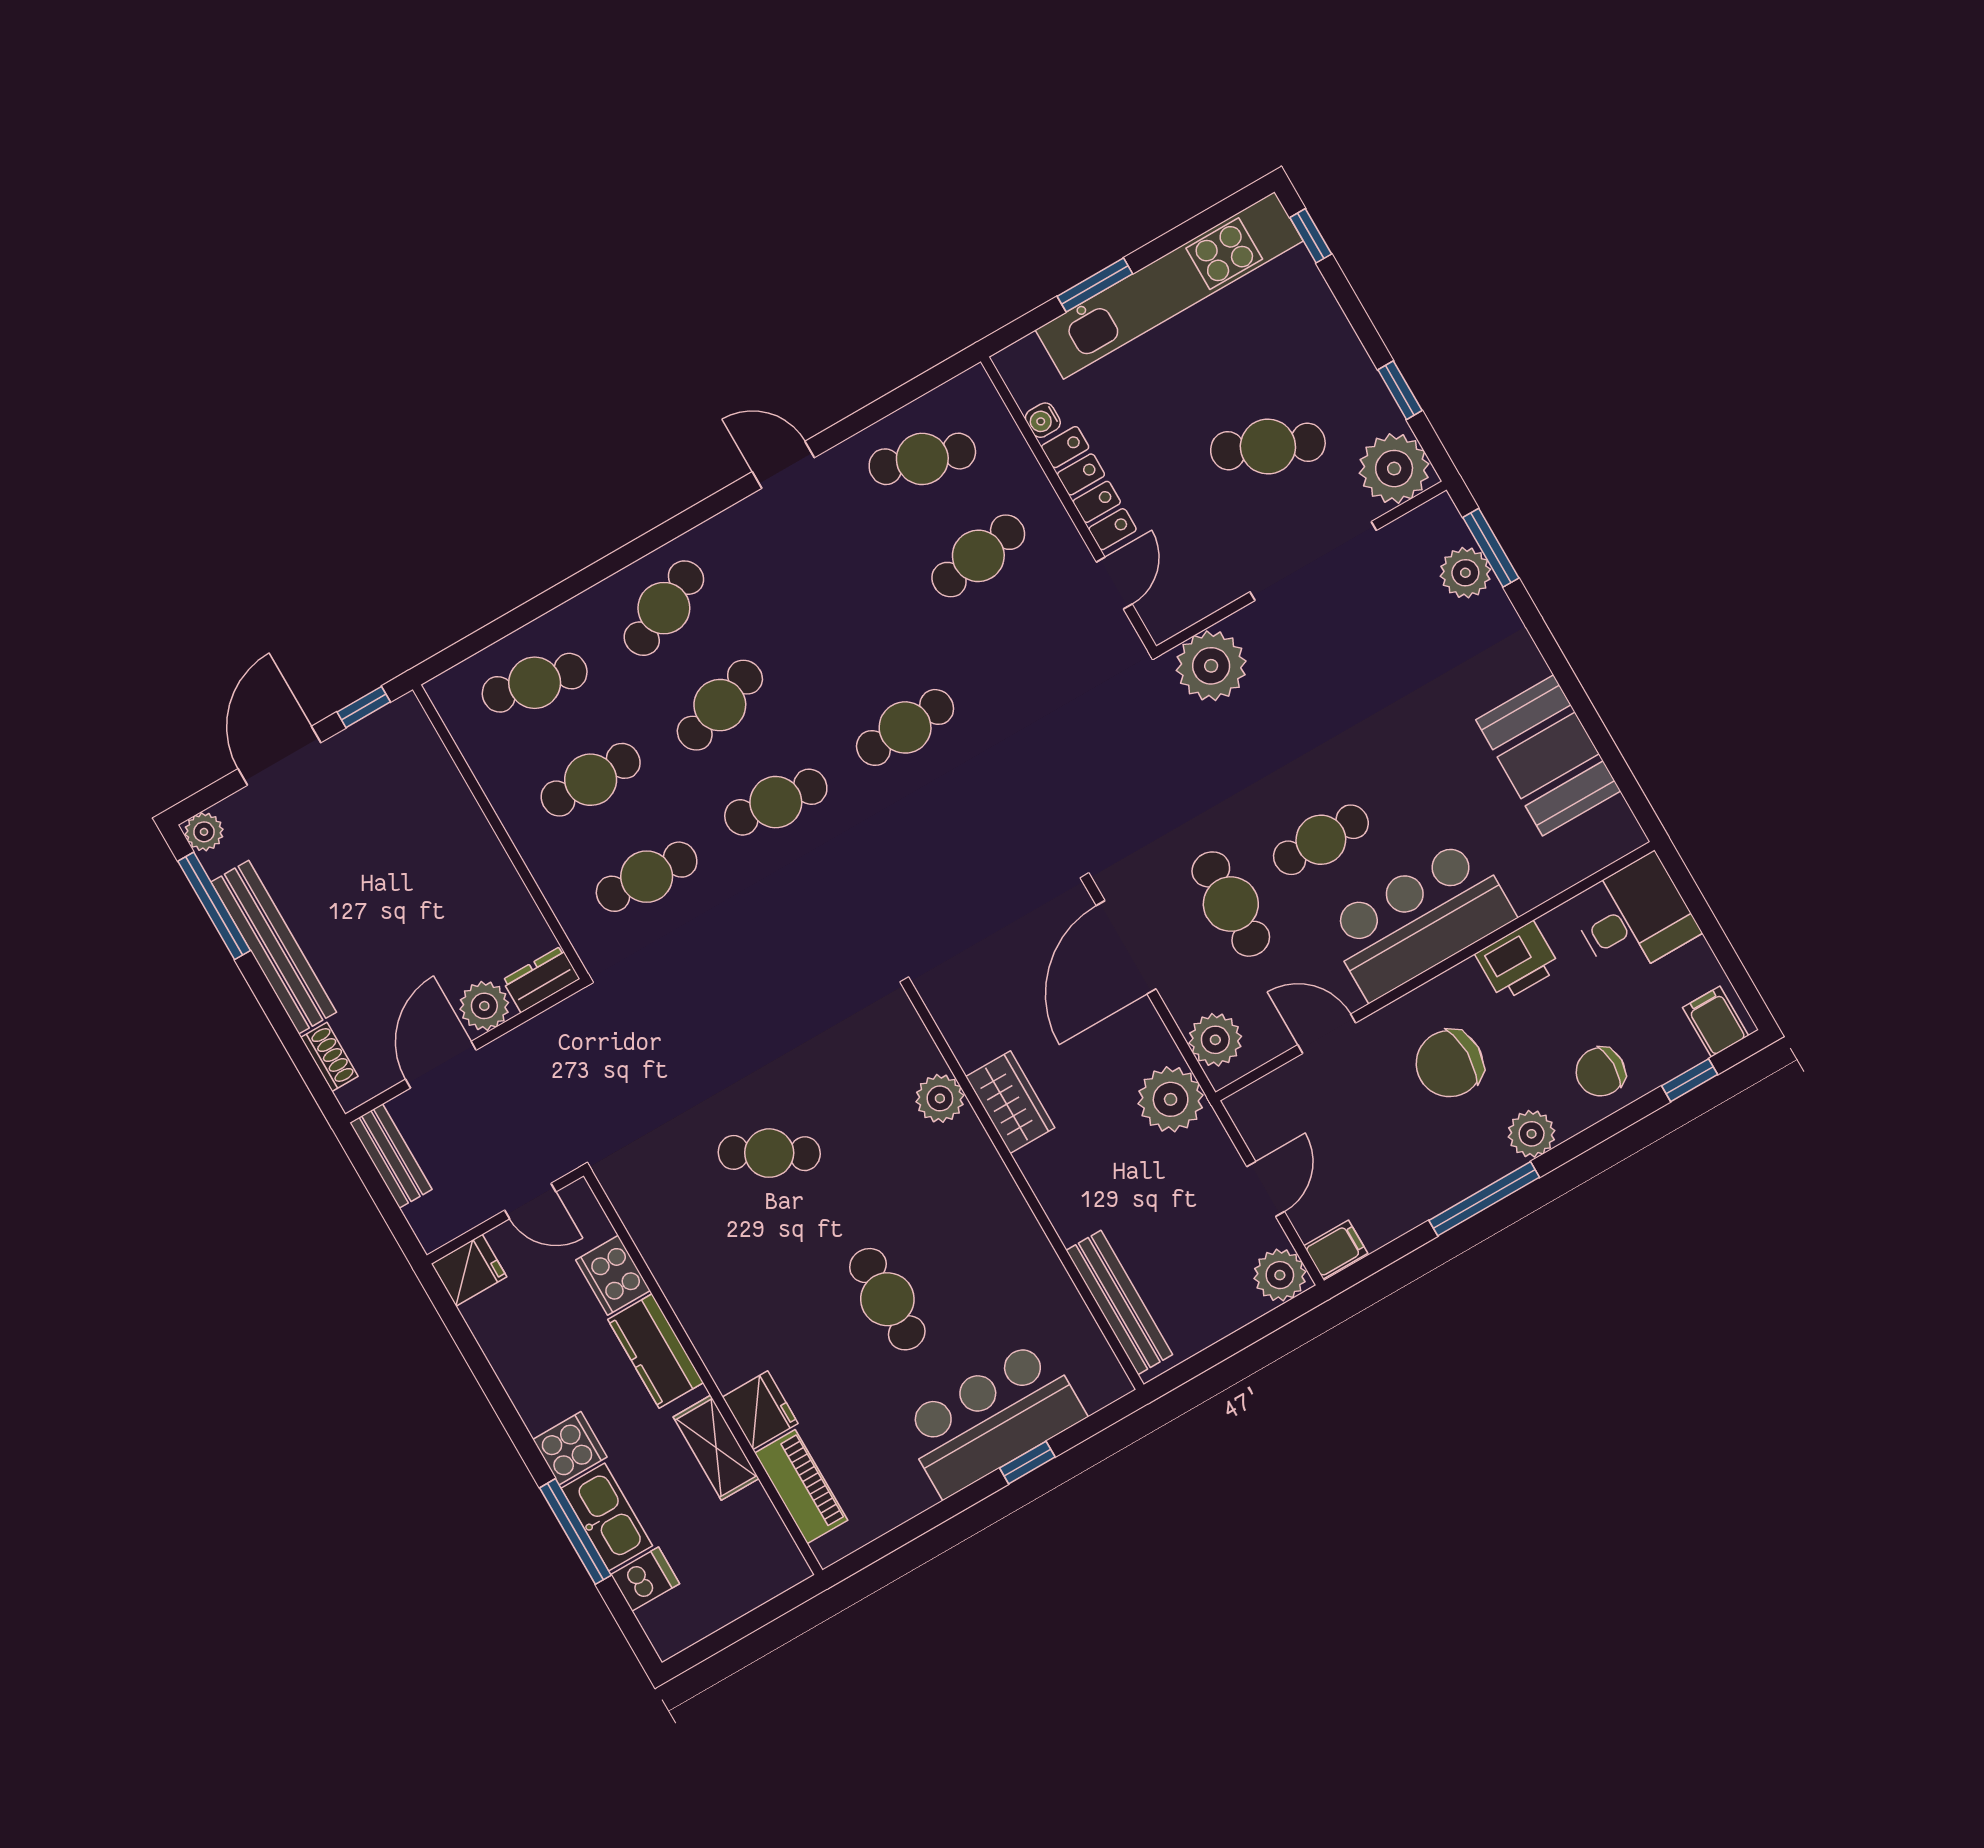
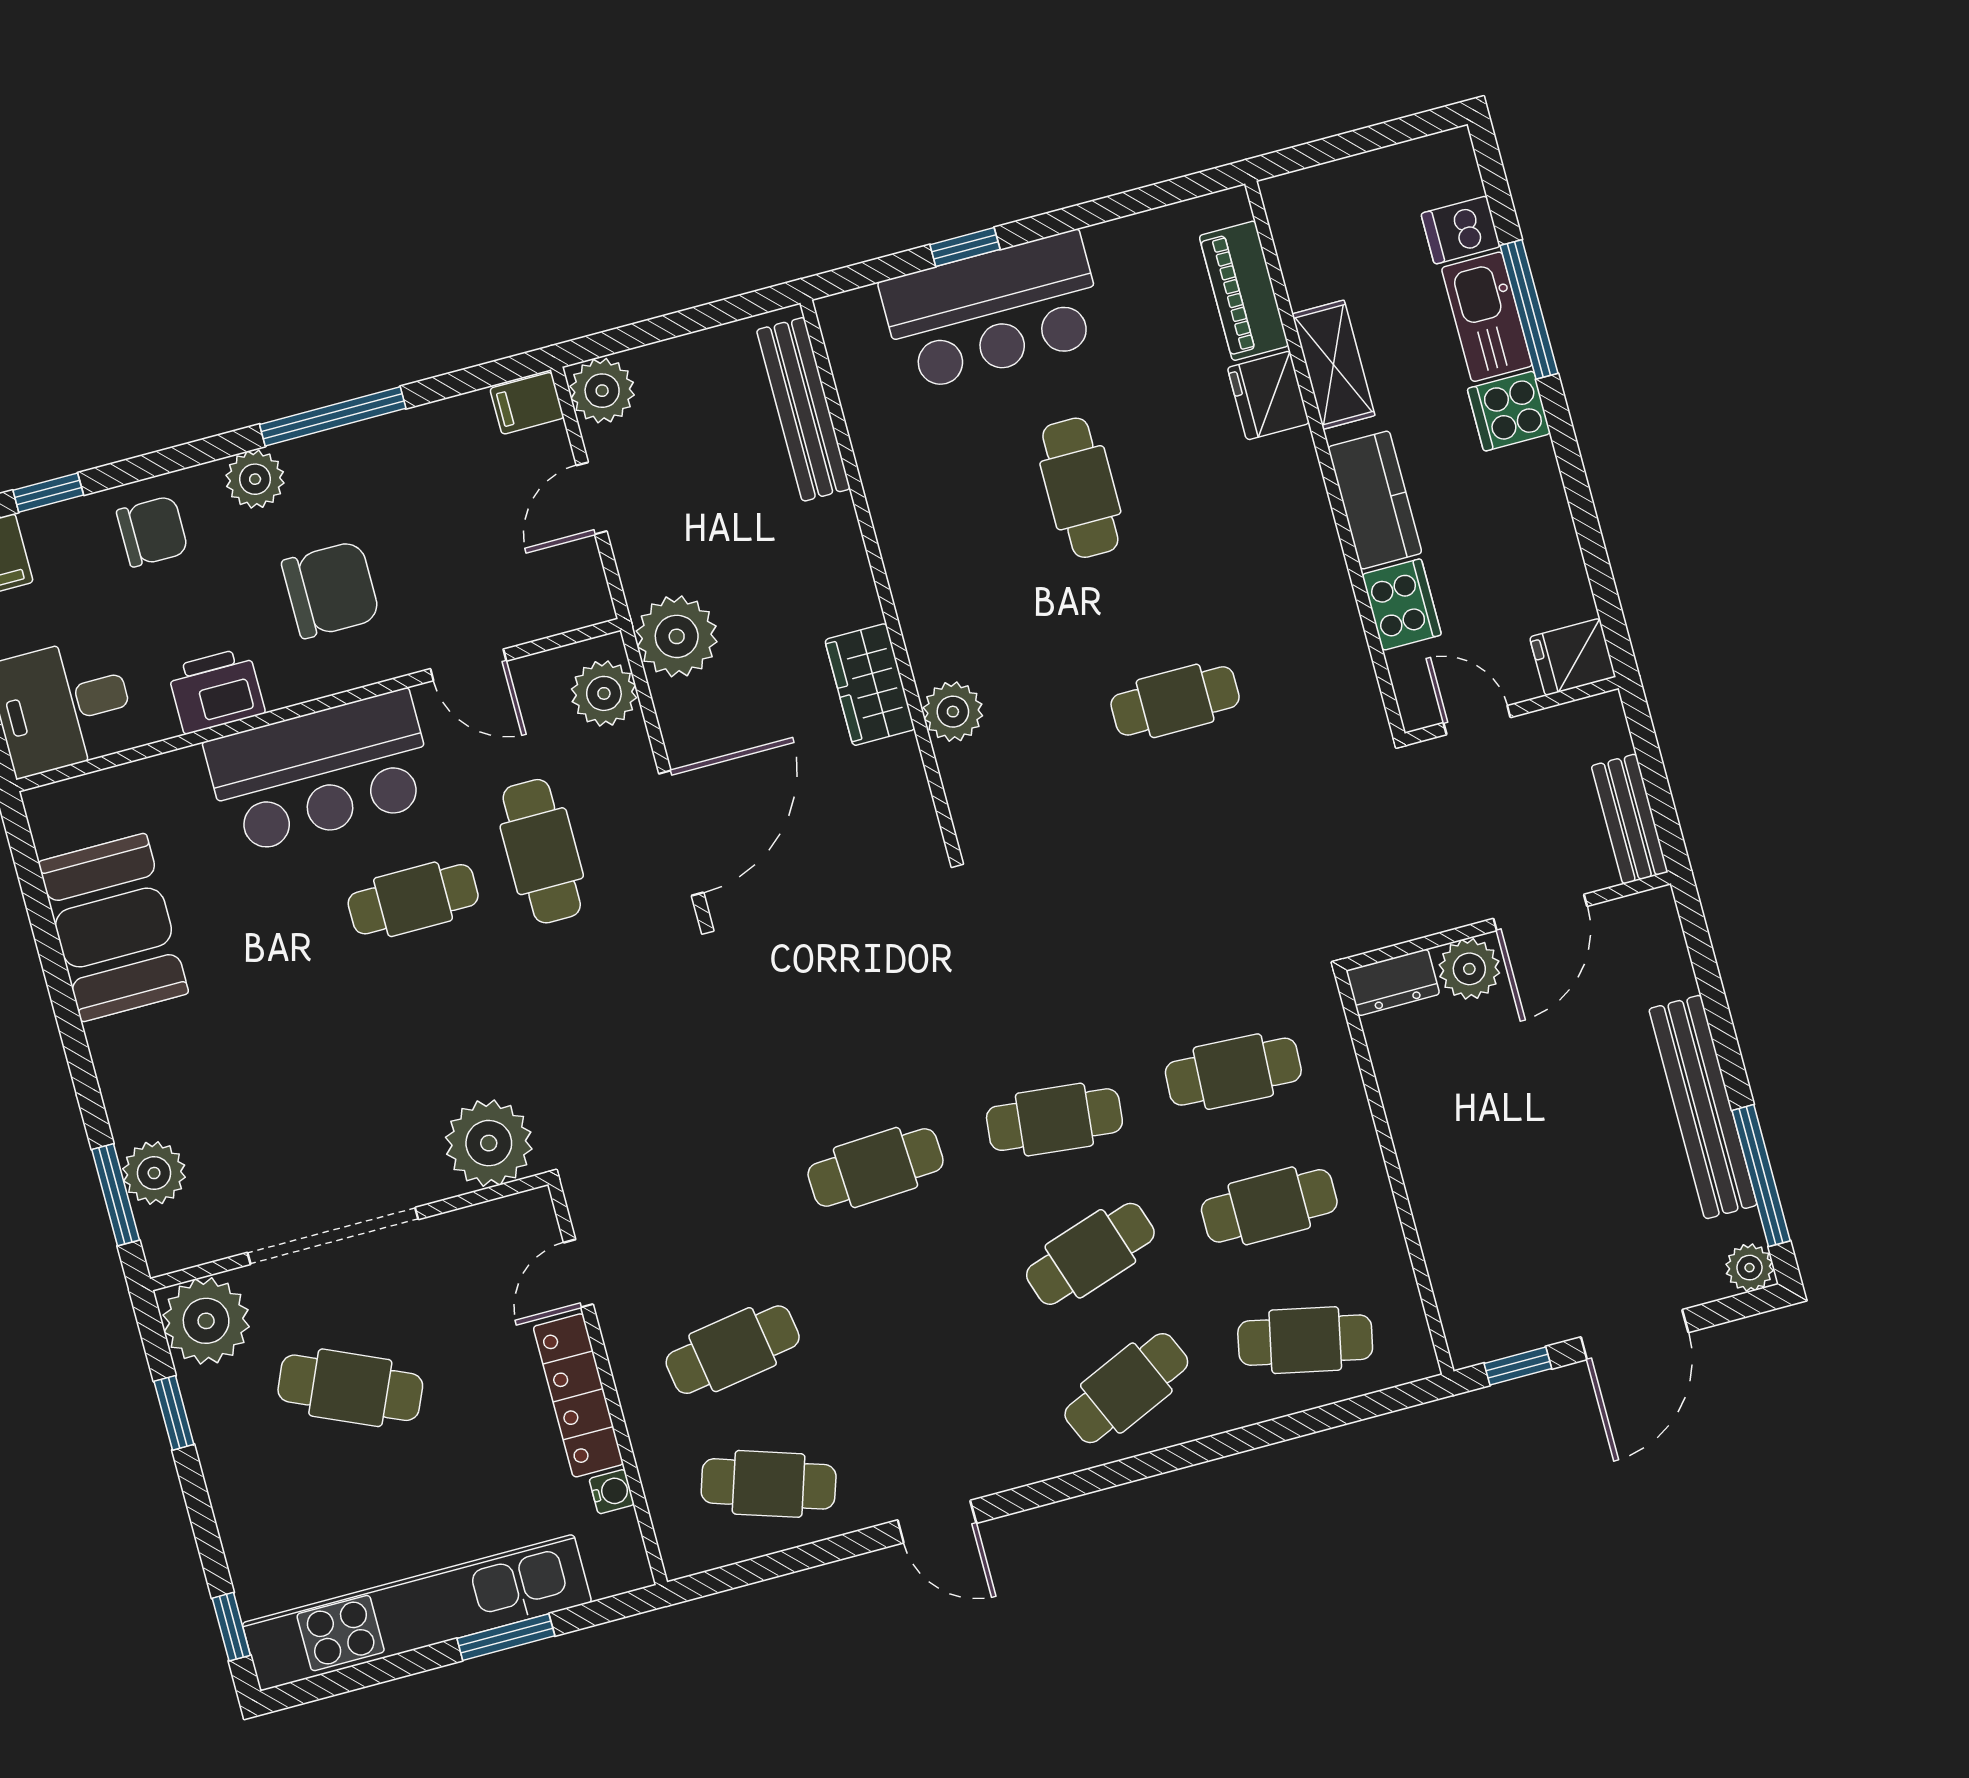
shoe rack: (329, 1057) -> (1672, 958), removed
cafe table: (769, 1153) -> (1175, 701), turned -31

